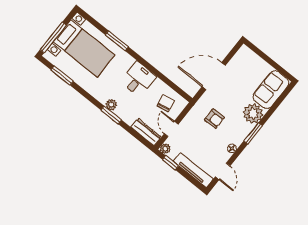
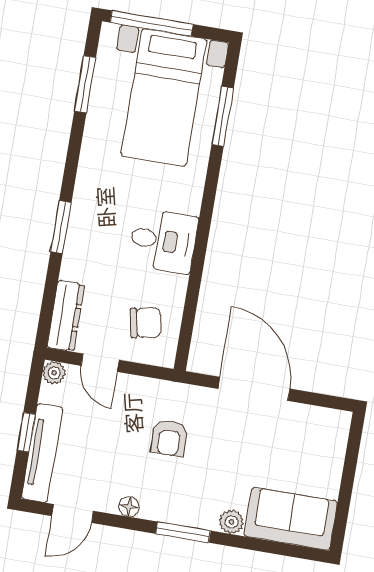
window: (117, 41) -> (223, 116), moved
plant: (111, 105) -> (82, 215), removed
plant: (253, 114) -> (231, 522), width x0.53, depth x0.53
door: (171, 129) -> (100, 363), swing flipped
window: (170, 163) -> (26, 432), moved

